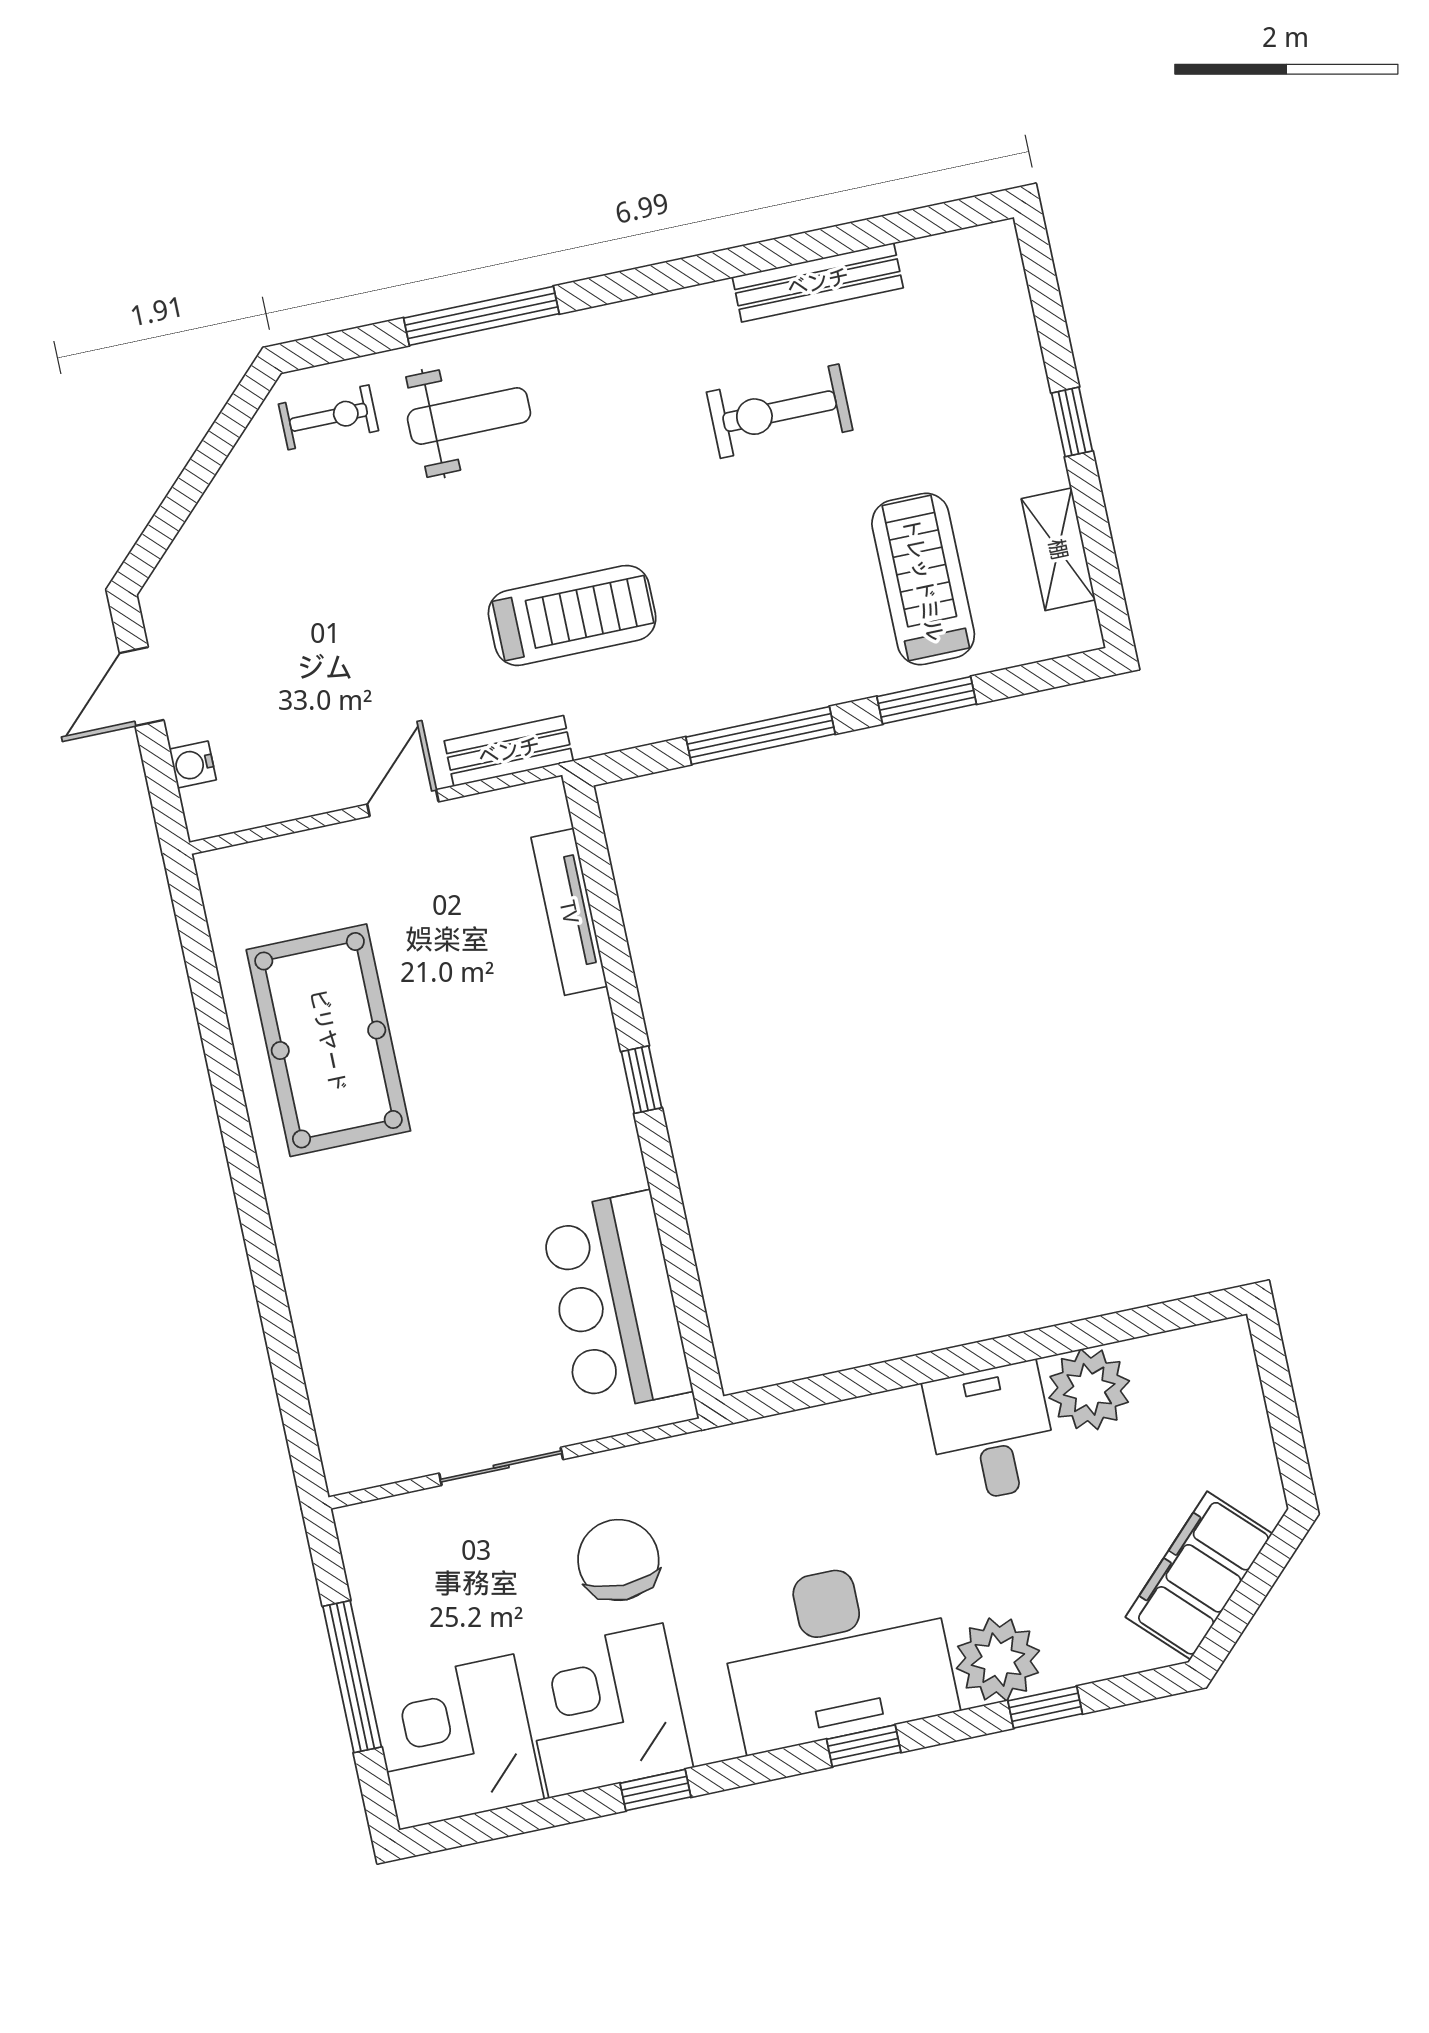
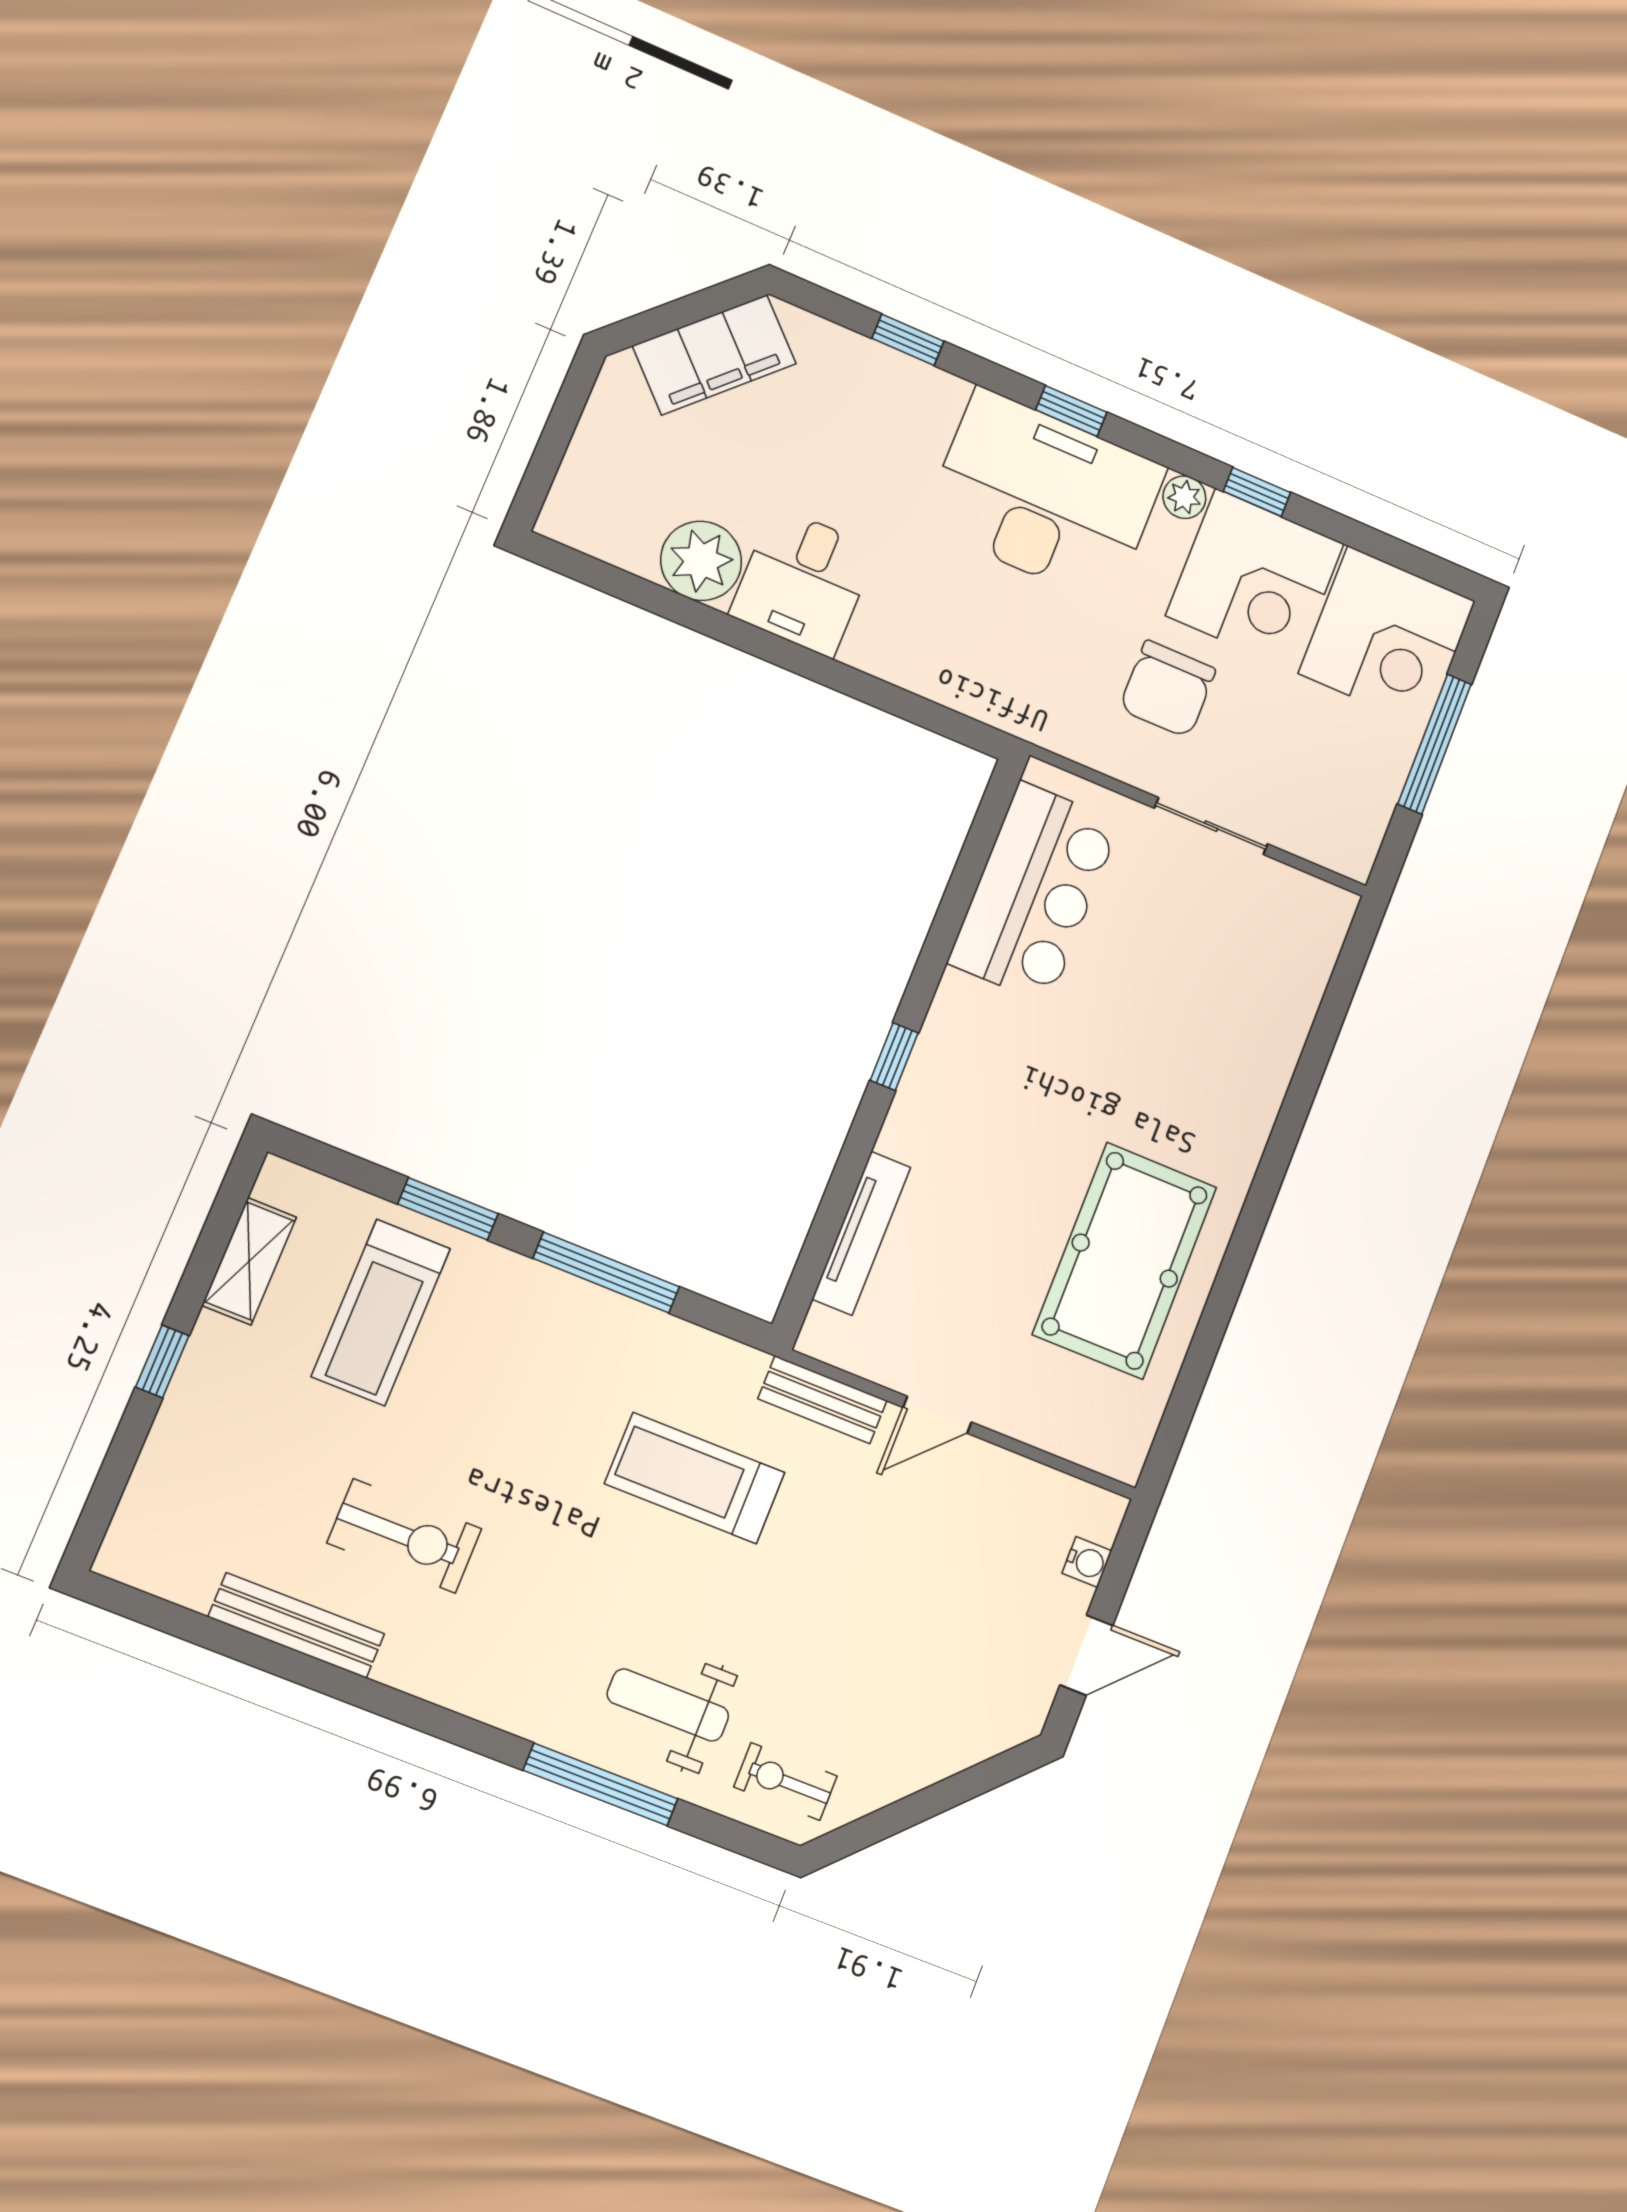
plant: (998, 1660) -> (1184, 497), moved, width x0.53, depth x0.53

